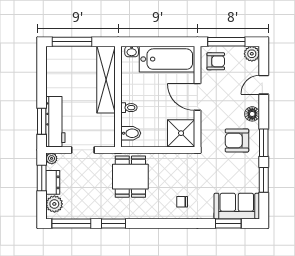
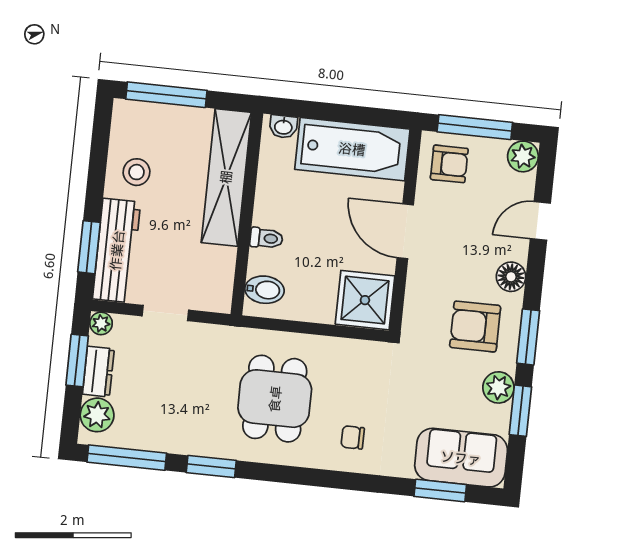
stool: (61, 82) -> (137, 172), added
plant: (252, 169) -> (498, 387), added
dining table: (130, 177) -> (275, 399), moved

